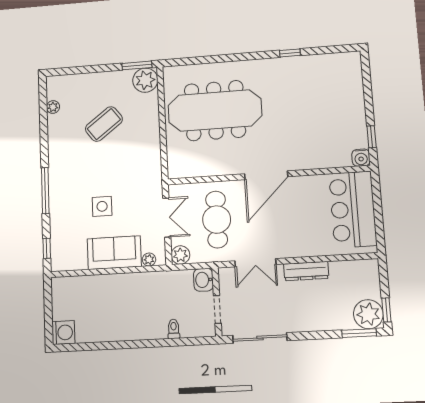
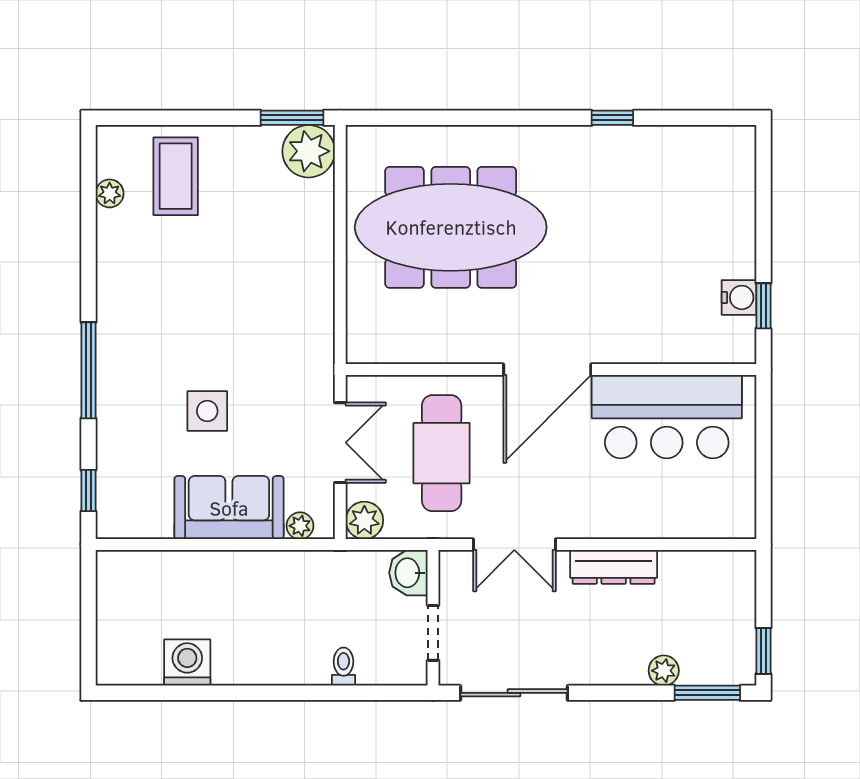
coffee table: (104, 124) -> (176, 176), moved, turned -53
water cooler: (361, 158) -> (739, 297), moved, turned -90
bar counter: (353, 209) -> (667, 417), moved, turned -90
plant: (368, 314) -> (664, 671), moved, width x0.53, depth x0.53
washing machine: (63, 332) -> (187, 663), moved, turned -90

